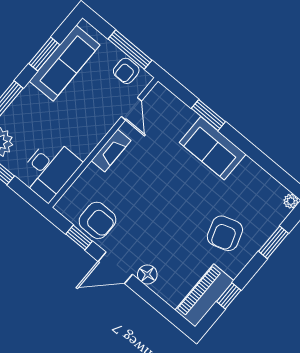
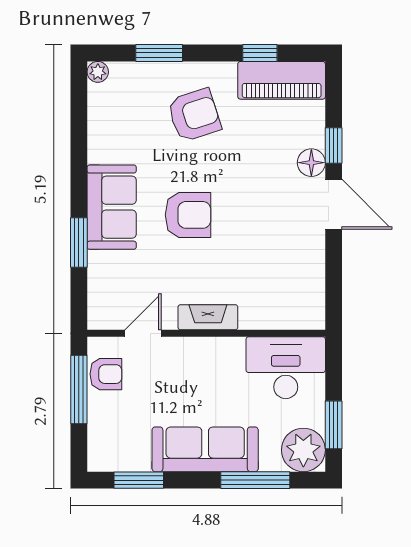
window: (44, 54) -> (139, 480), moved
sofa: (65, 63) -> (205, 449), moved
armchair: (97, 220) -> (188, 215), moved, turned 90
window: (79, 238) -> (334, 145), moved

